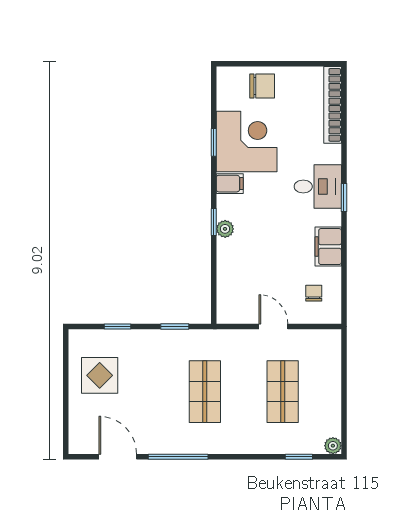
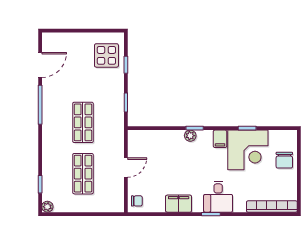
chair: (314, 293) -> (137, 201), moved
display table: (100, 375) -> (106, 55), moved
shop shelf: (205, 392) -> (83, 122), turned 90
shop shelf: (283, 392) -> (83, 174), turned 90

